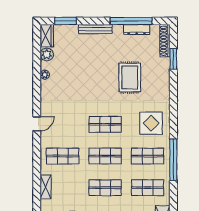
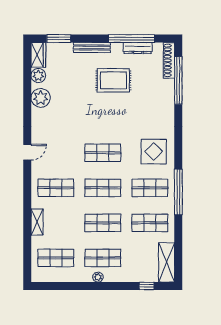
window: (173, 59) -> (178, 80), width x2.11
plant: (45, 75) -> (41, 98), width x1.88, depth x1.88
rug: (130, 77) -> (113, 80), moved, turned 90

